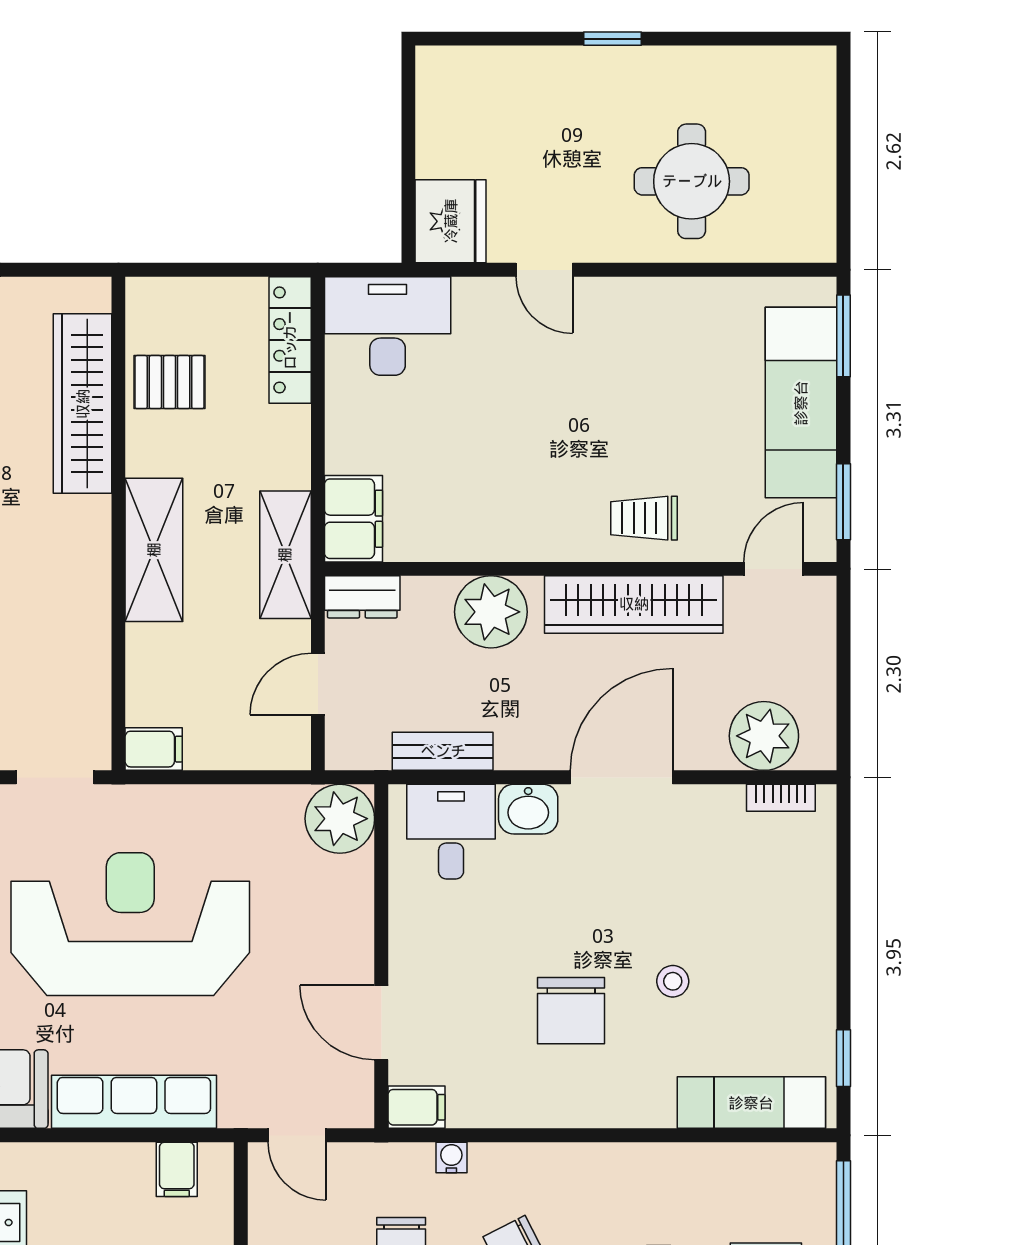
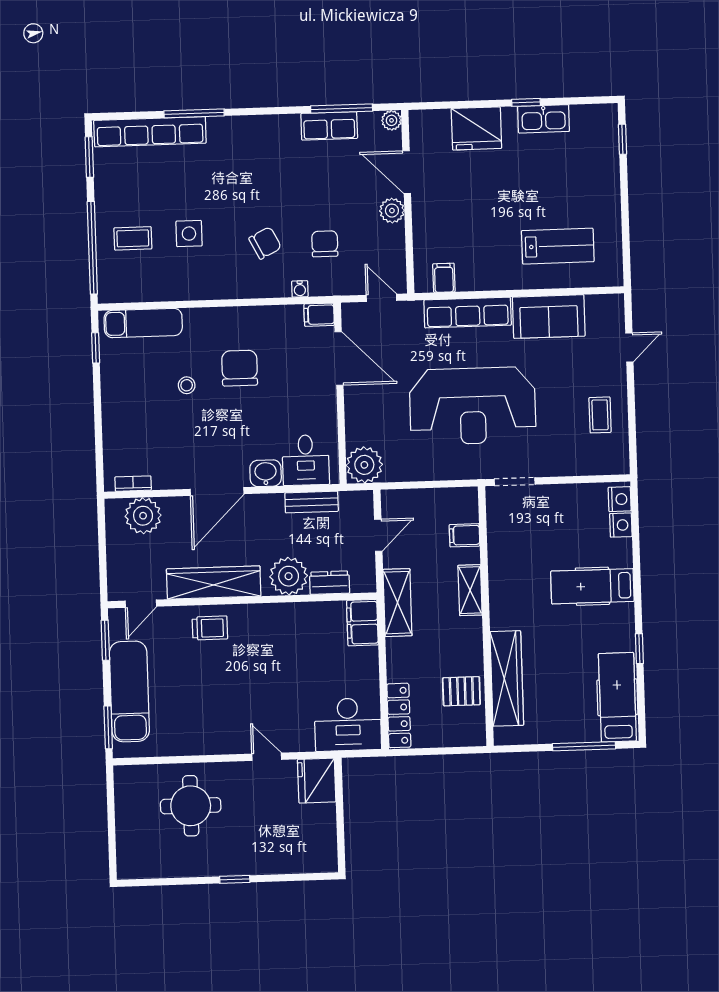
shelving: (154, 550) -> (470, 590), width x0.67, depth x0.75
dresser: (362, 597) -> (330, 583), moved
filing cabinet: (154, 749) -> (465, 535), moved
door: (381, 1023) -> (339, 359), width x1.36

